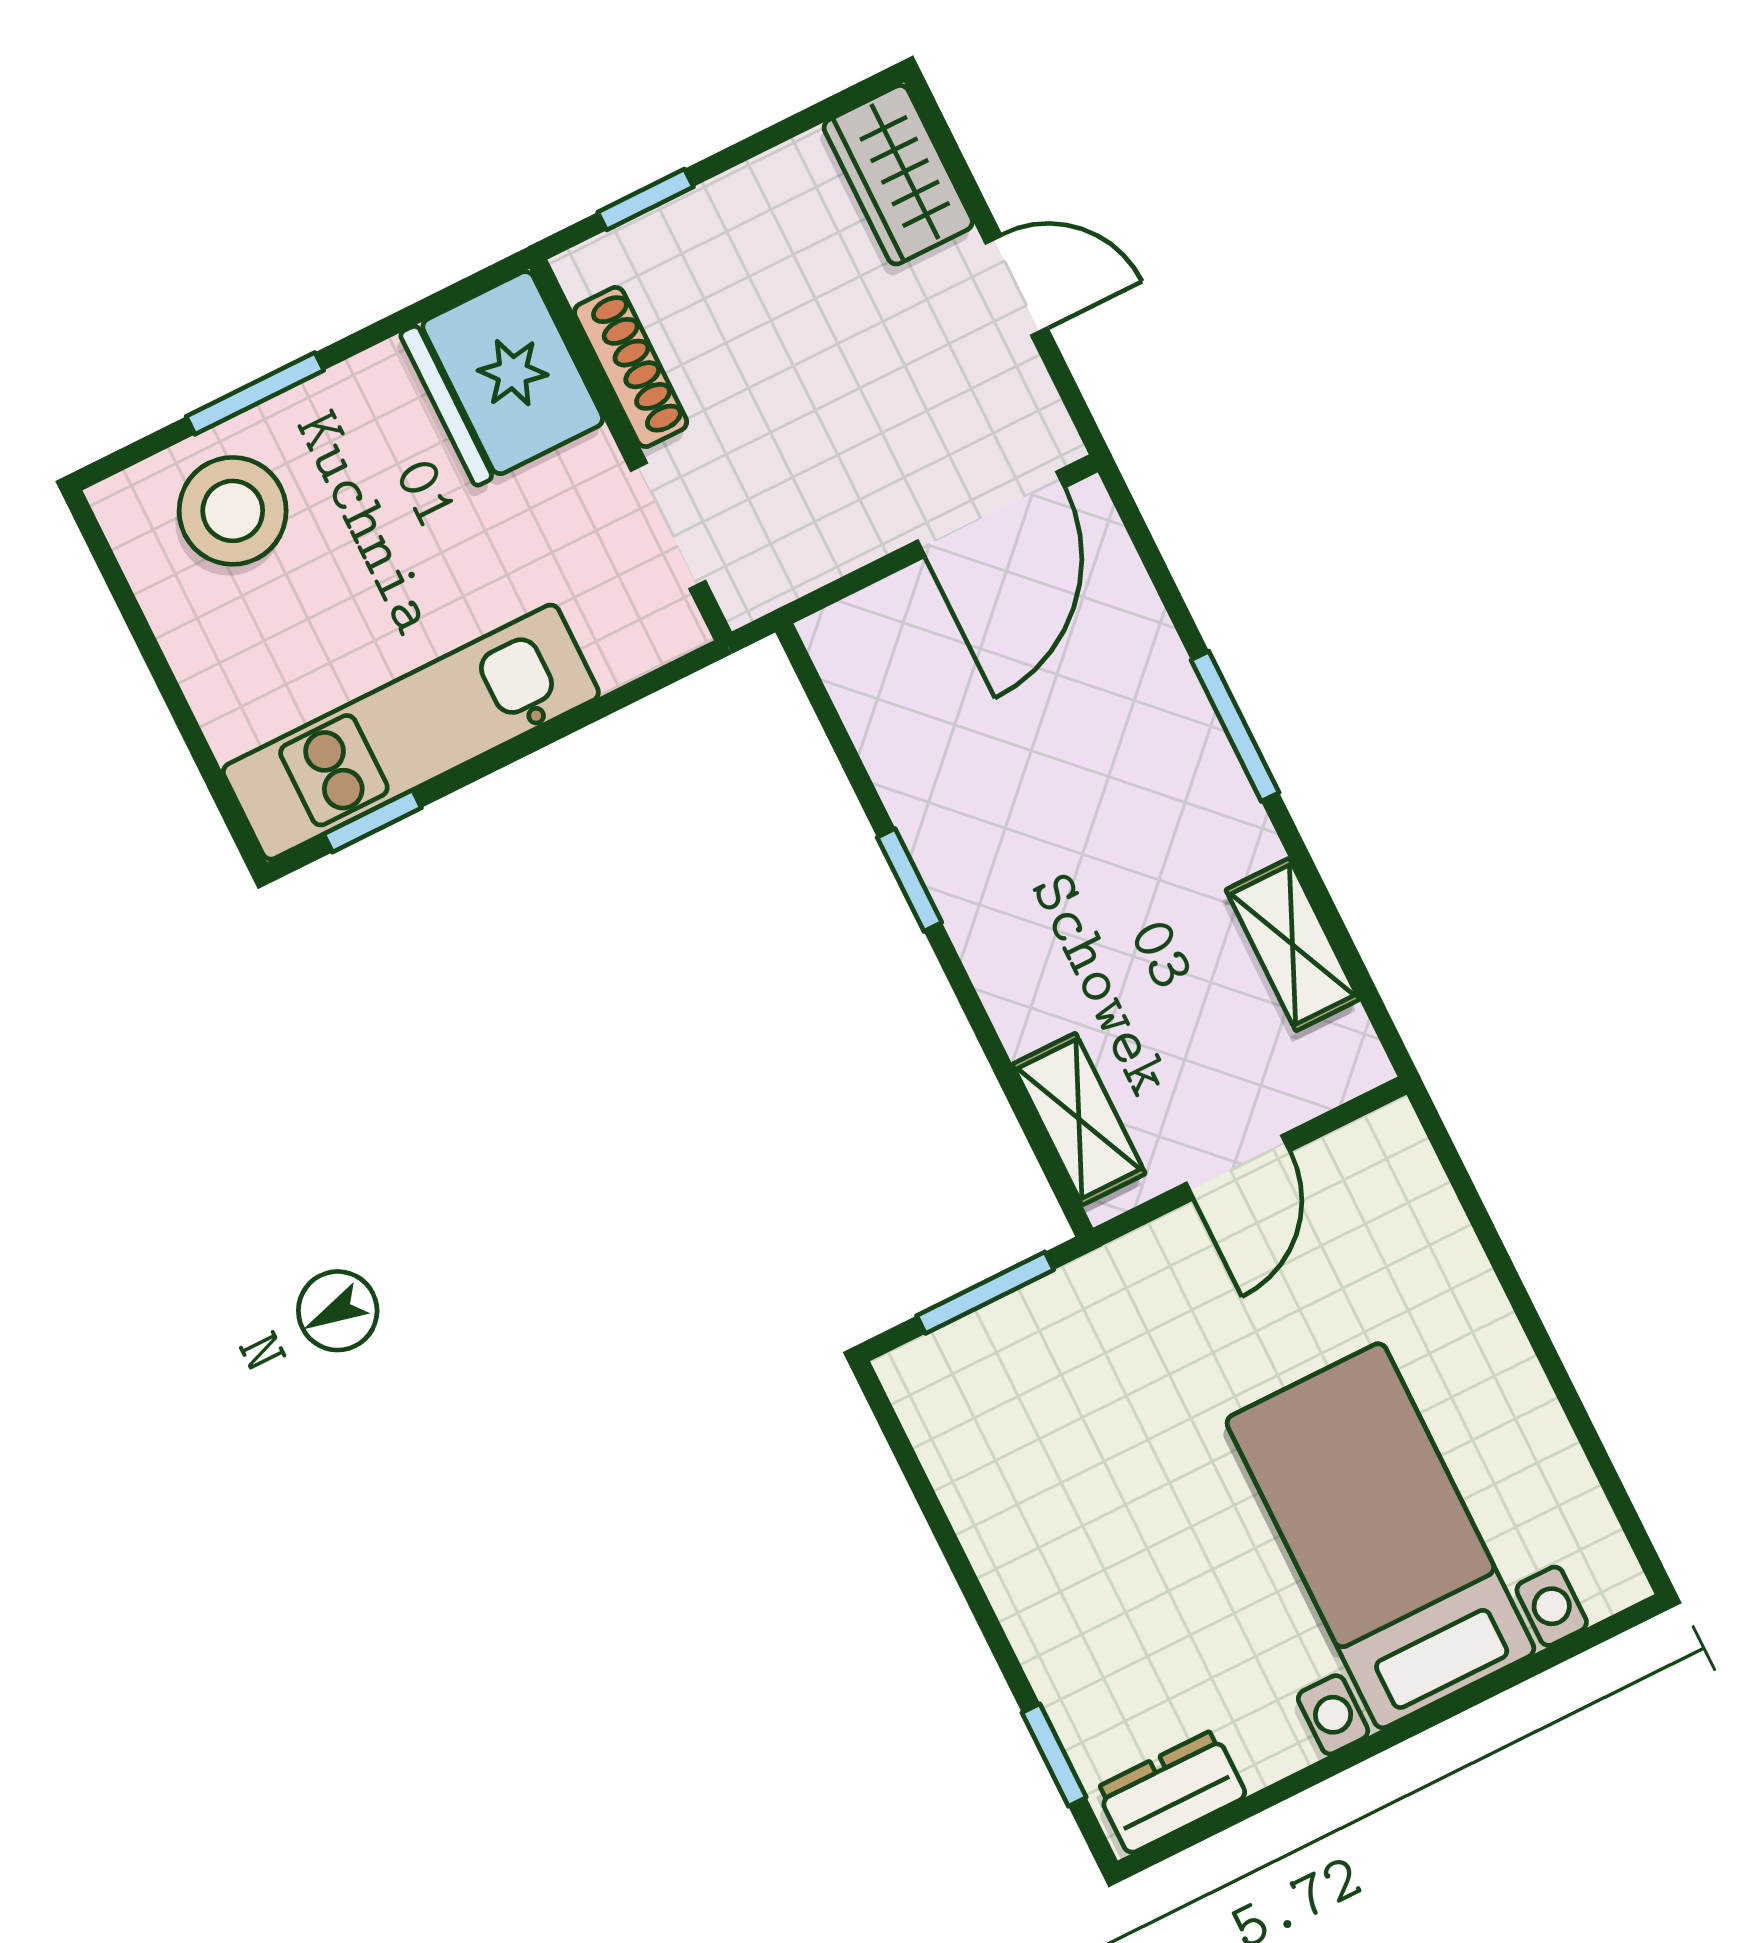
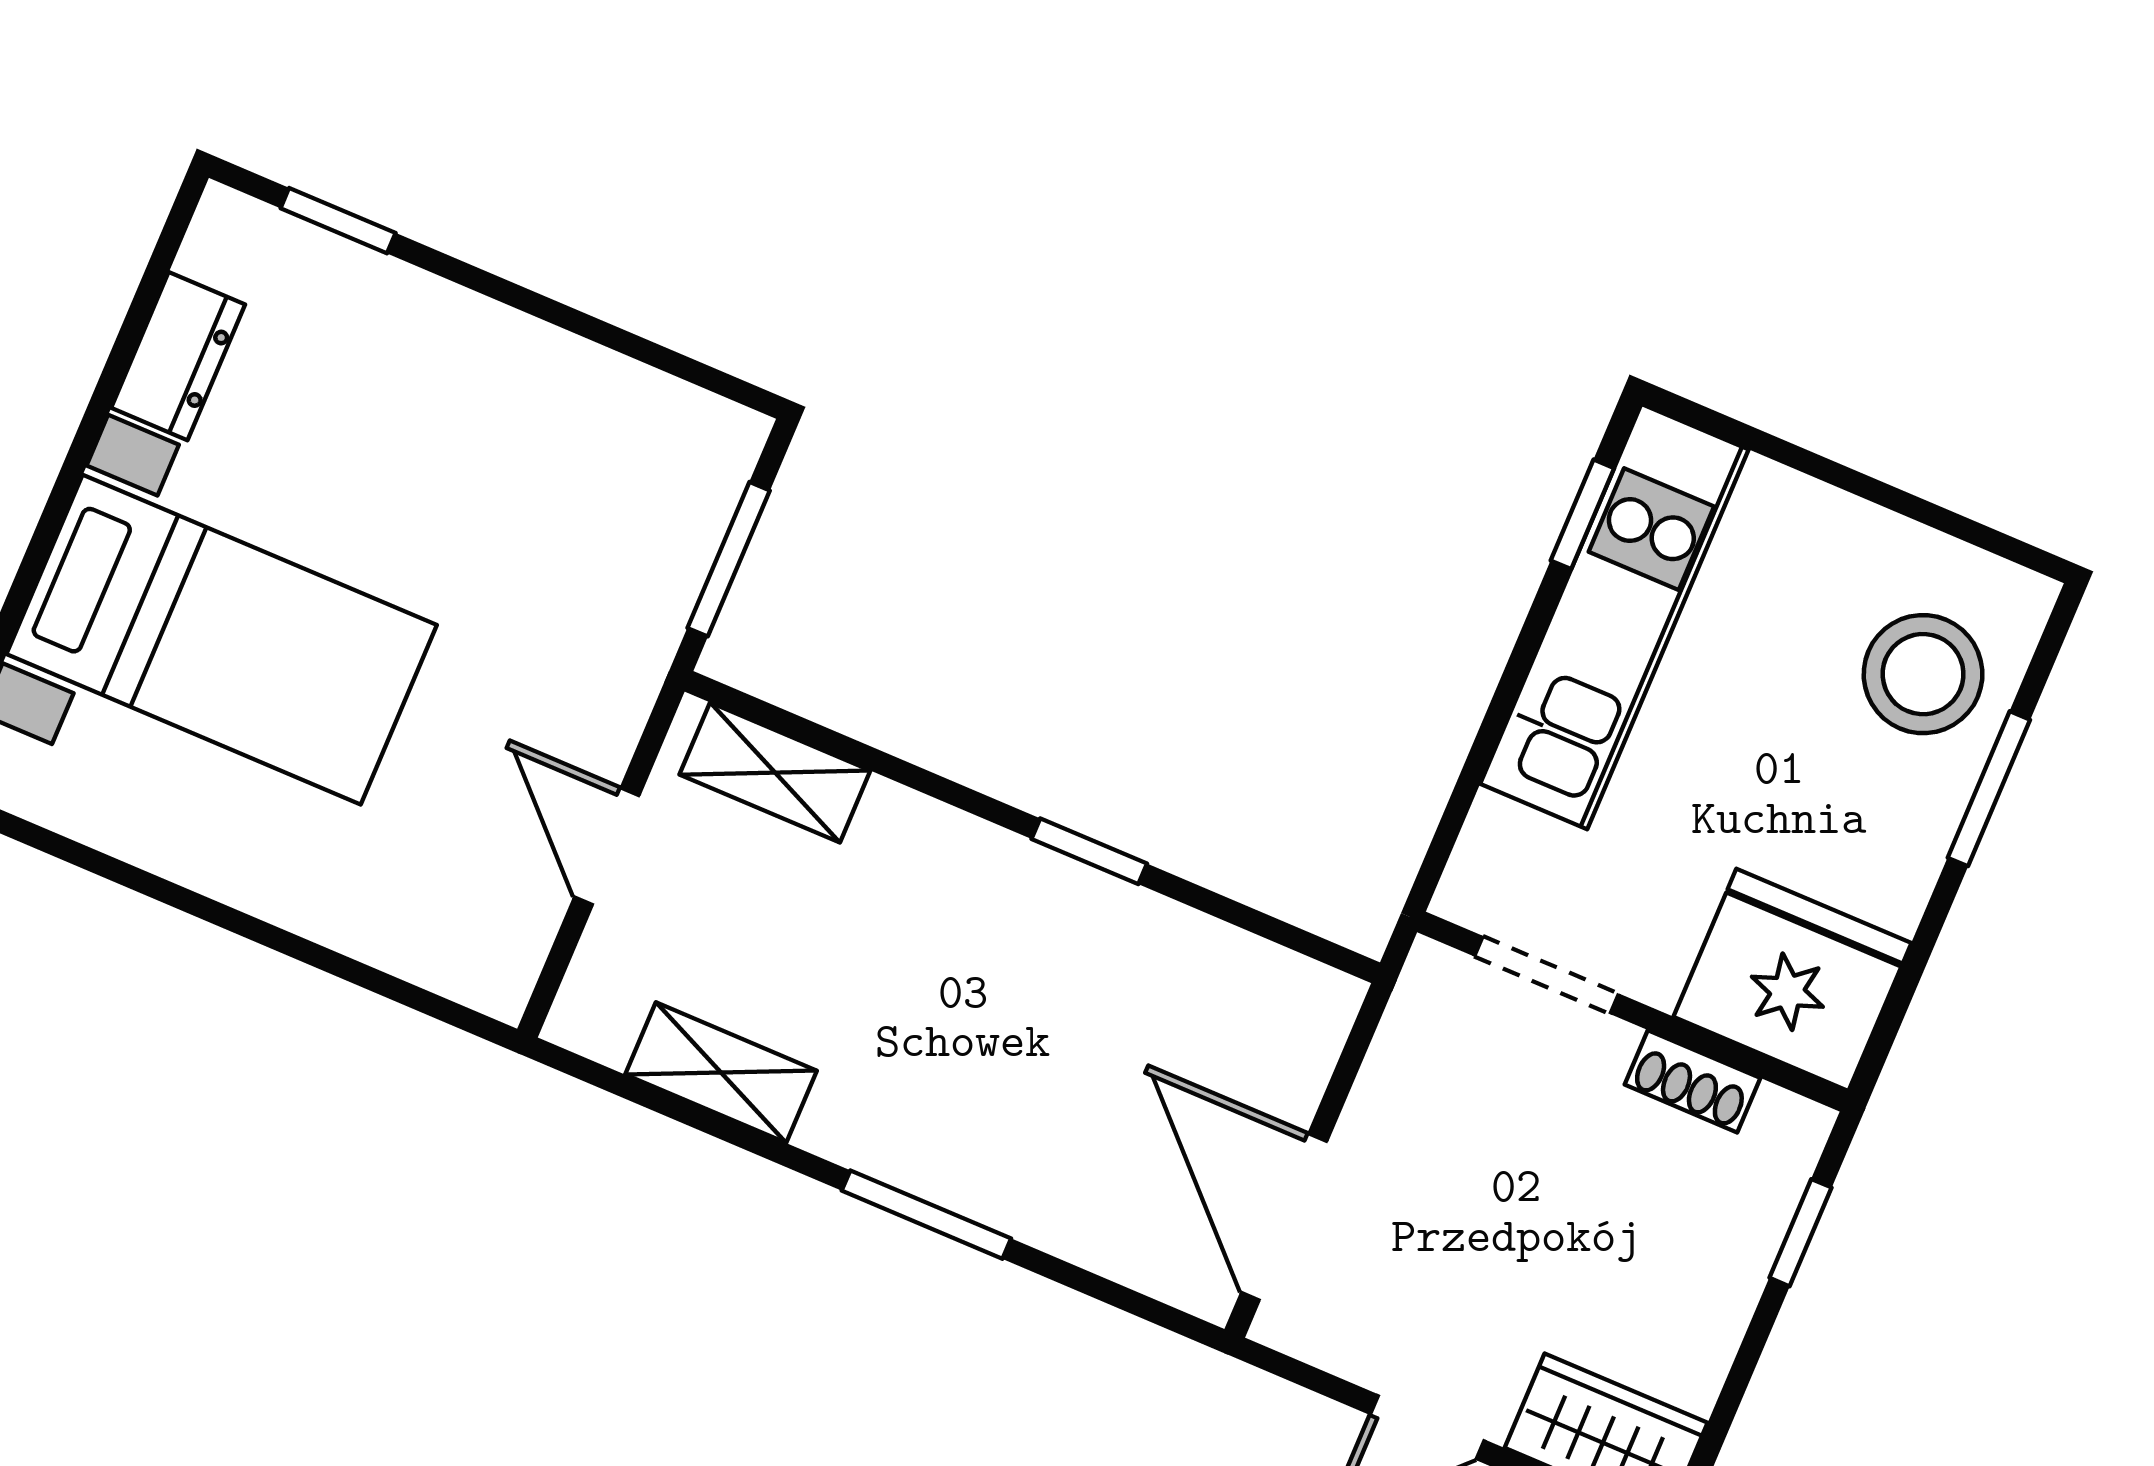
shoe rack: (631, 367) -> (1692, 1081), width x0.70
dresser: (1171, 1792) -> (178, 356), moved

